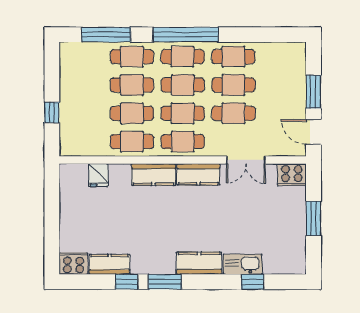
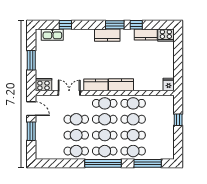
fridge: (98, 175) -> (169, 85), moved
kitchen counter: (199, 263) -> (107, 35), moved
kitchen sink: (242, 264) -> (52, 35), moved

